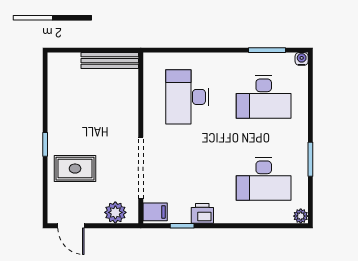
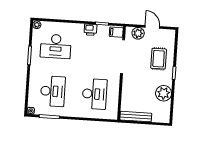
desk: (264, 97) -> (53, 91), turned 90
plant: (62, 106) -> (164, 93), added
rug: (75, 169) -> (159, 59), turned 90
desk: (264, 179) -> (56, 46), turned 180
door: (71, 226) -> (152, 27), moved

